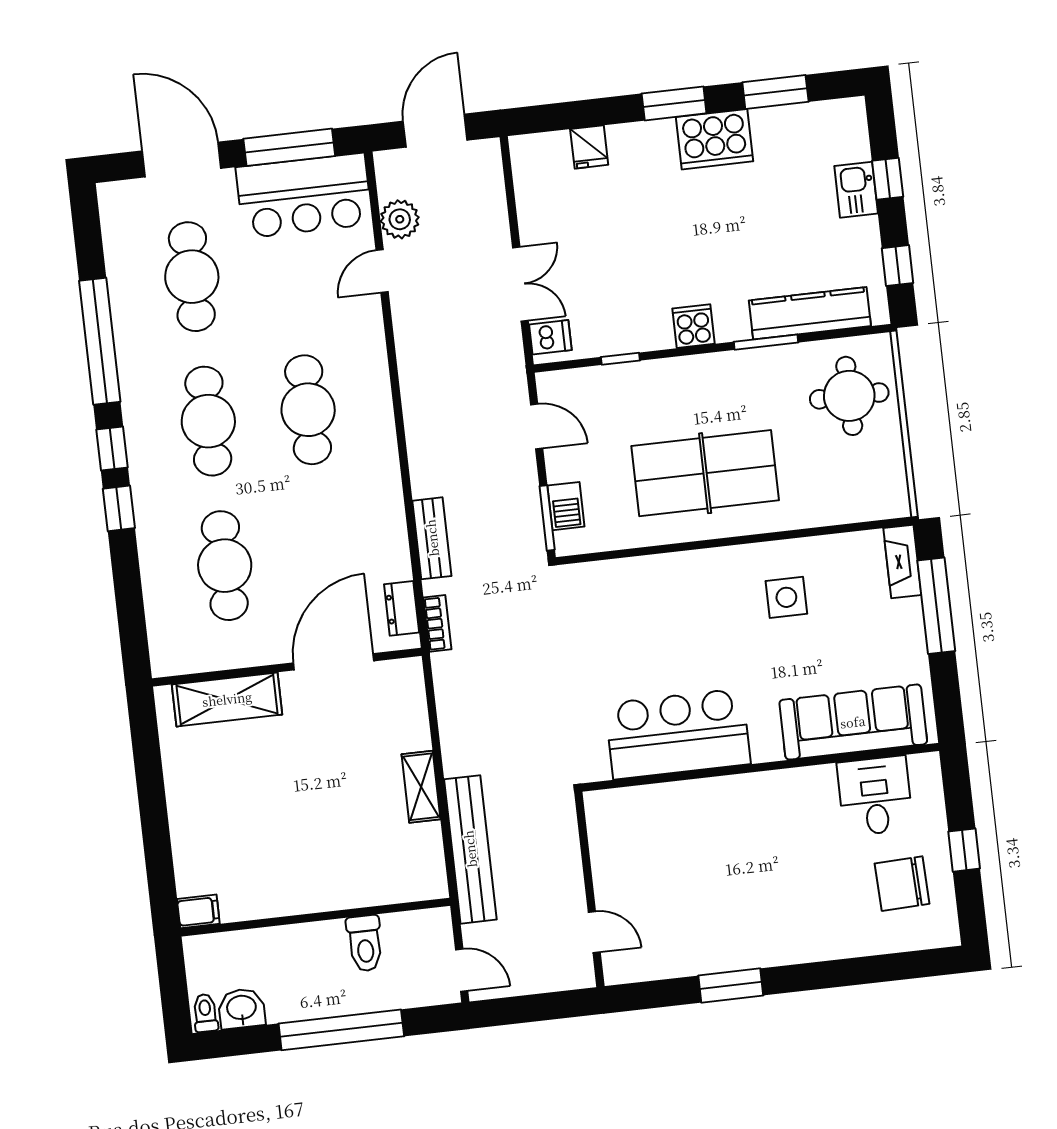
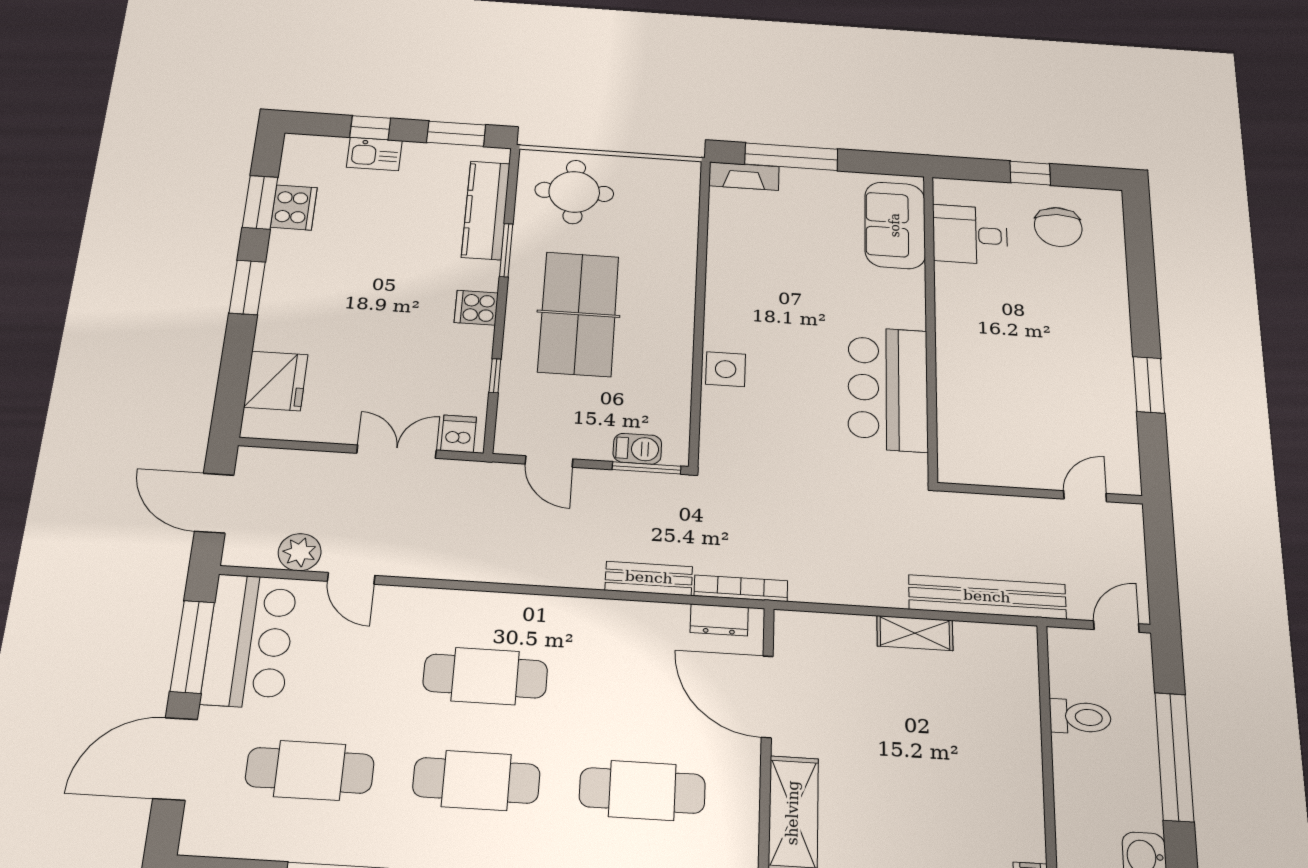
cooker: (714, 139) -> (294, 207), moved, width x0.73, depth x0.76
fridge: (589, 147) -> (276, 381), width x1.88, depth x1.34
window: (898, 266) -> (456, 134), width x1.50
door: (537, 426) -> (549, 461), swing flipped
table tennis table: (705, 473) -> (578, 314), moved
side table: (786, 597) -> (726, 369), moved
bookcase: (437, 623) -> (741, 588), width x1.56
sofa: (853, 722) -> (895, 225), width x0.73

